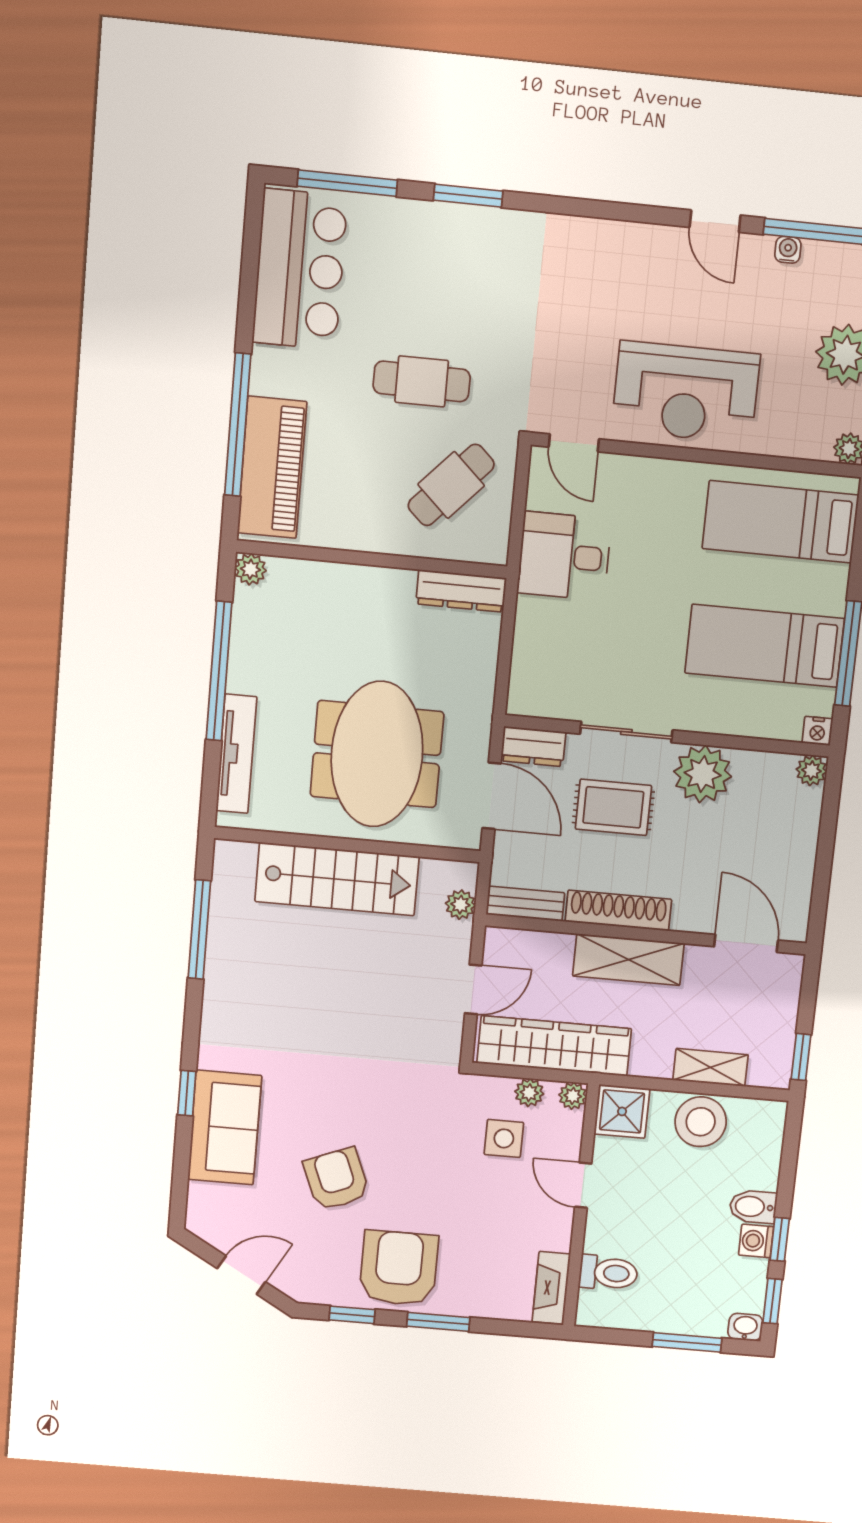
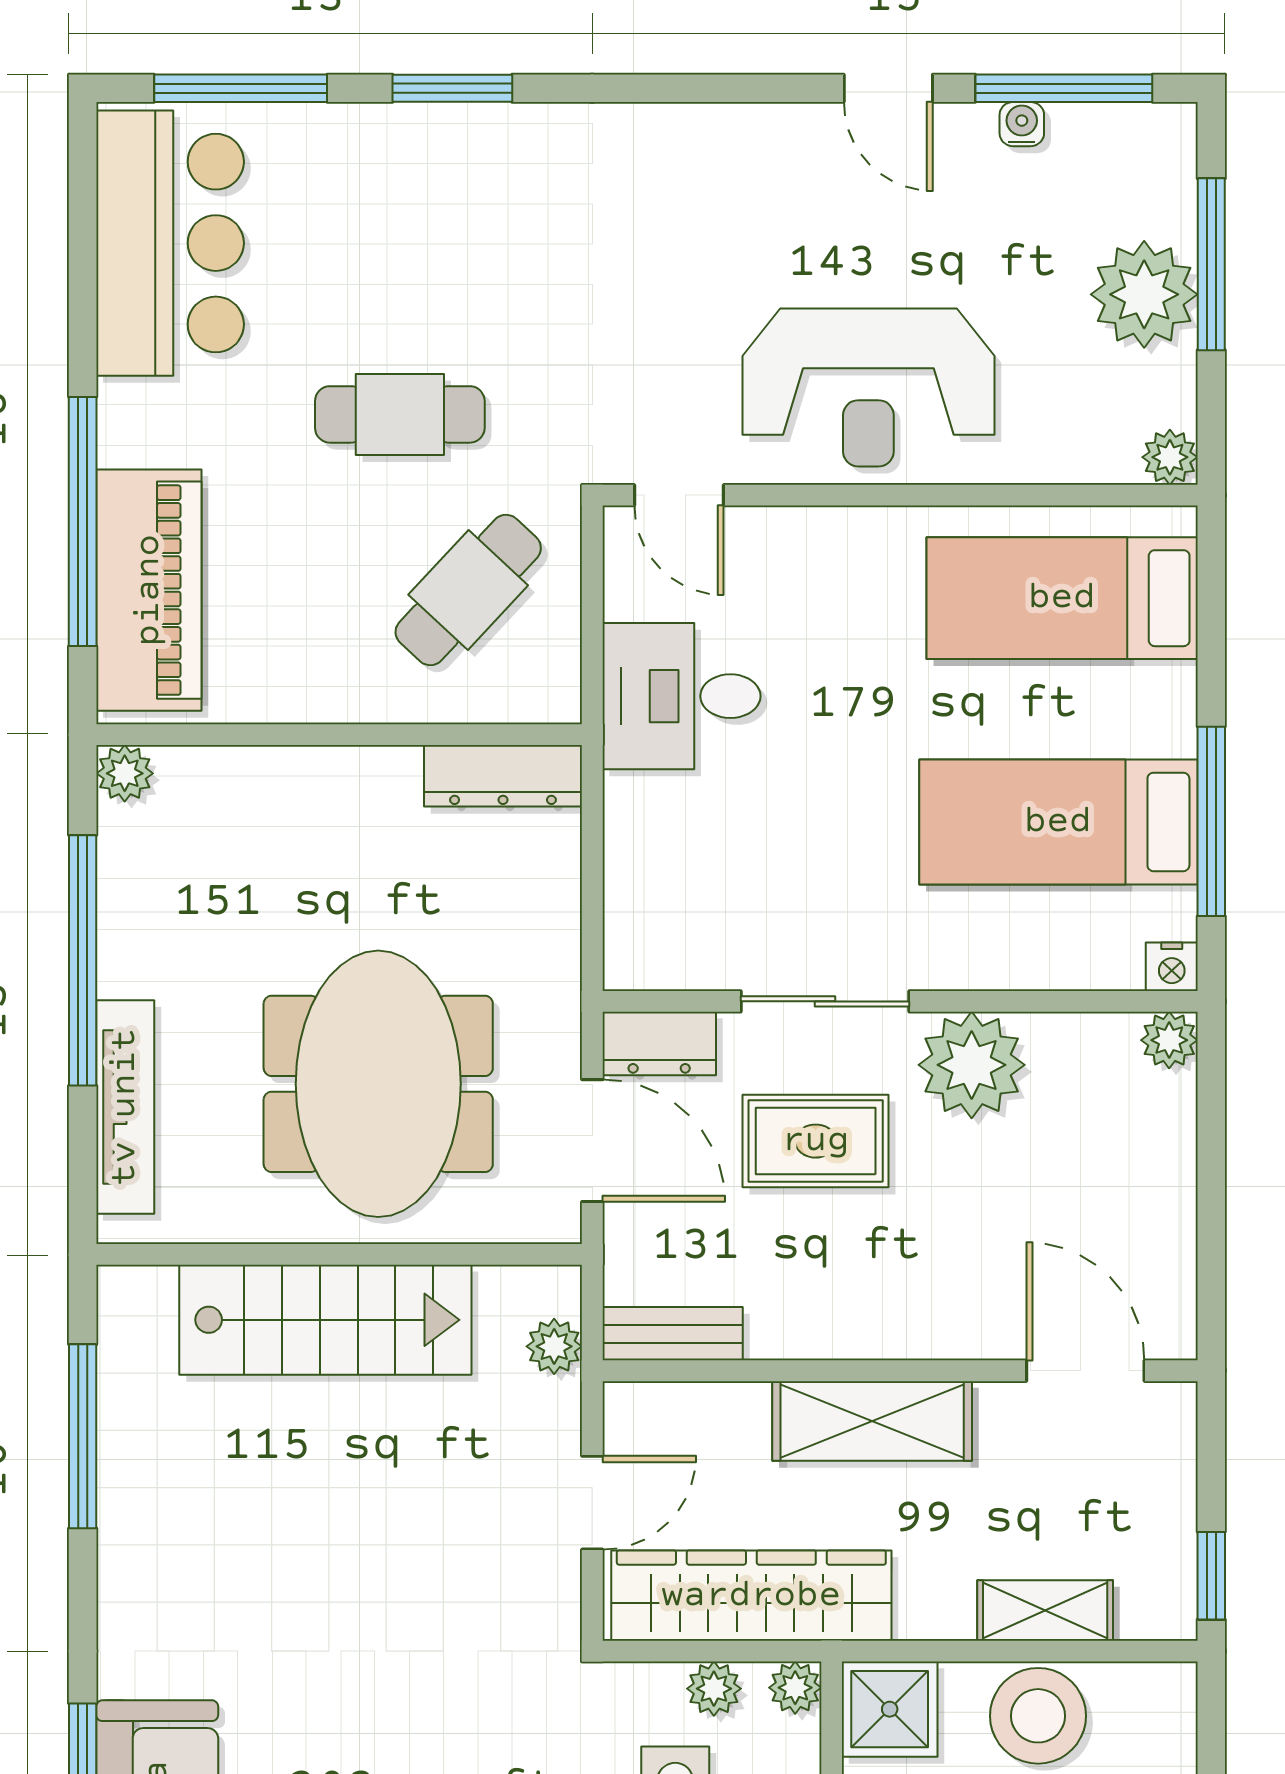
shoe rack: (618, 910) -> (844, 1331), removed

